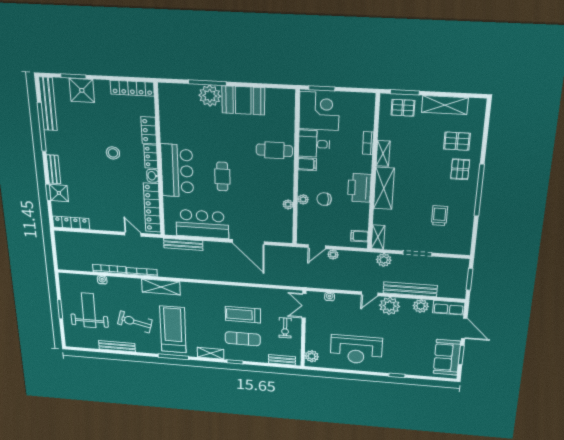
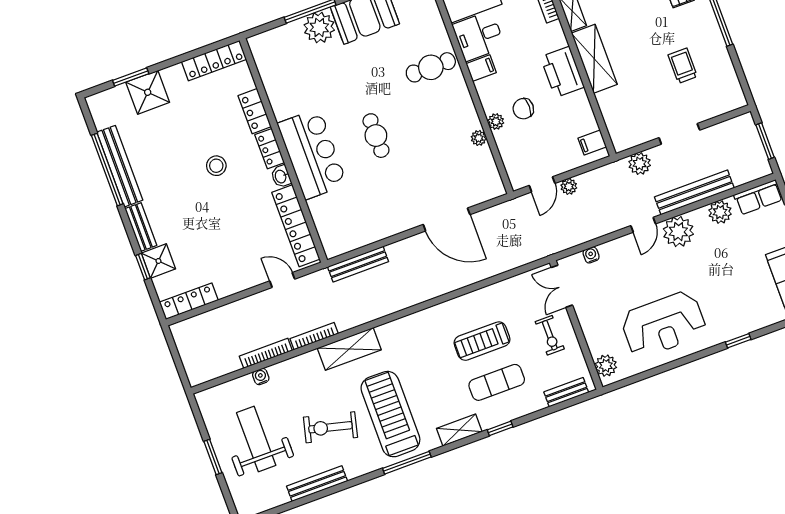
bench: (48, 104) -> (120, 166), moved
bar counter: (202, 224) -> (374, 220), removed
shelving: (378, 237) -> (617, 133), removed

